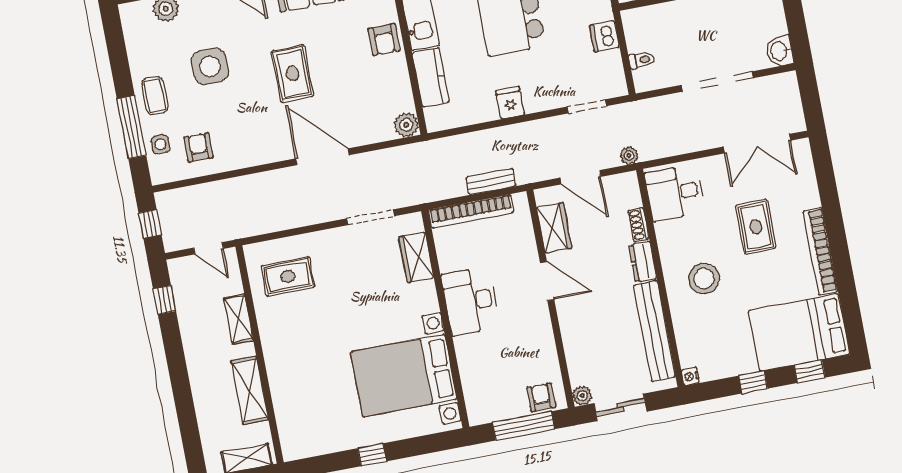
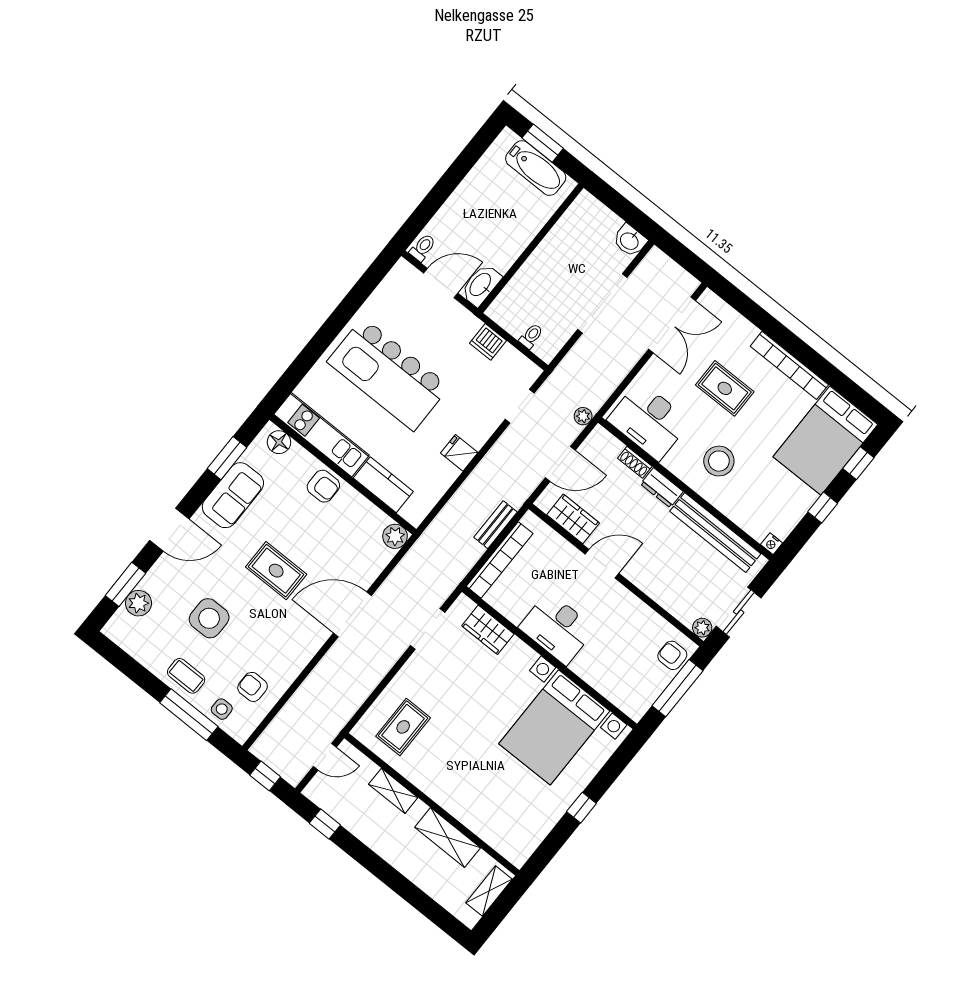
desk: (675, 193) -> (649, 421), width x1.37

